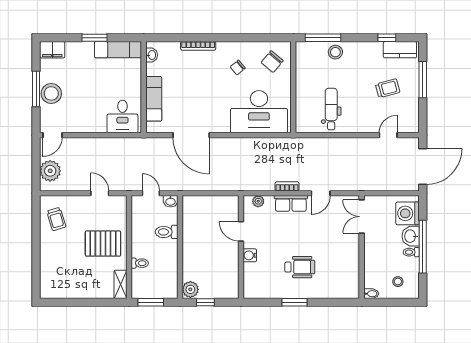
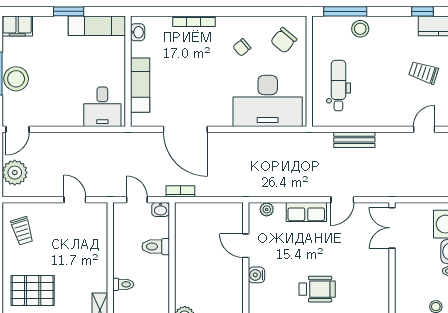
trolley: (388, 88) -> (424, 73), turned -147
dental chair: (331, 109) -> (338, 86), moved
bench: (331, 144) -> (354, 140), added
bookcase: (287, 186) -> (180, 191), moved
pallet: (103, 244) -> (33, 290), moved

